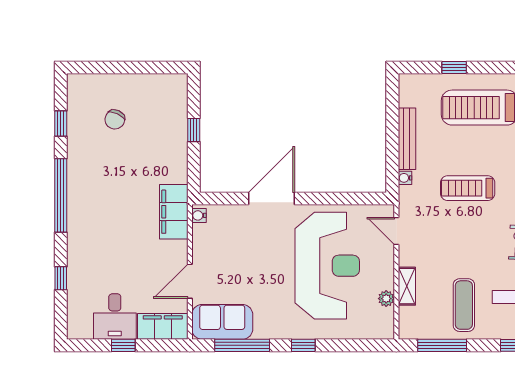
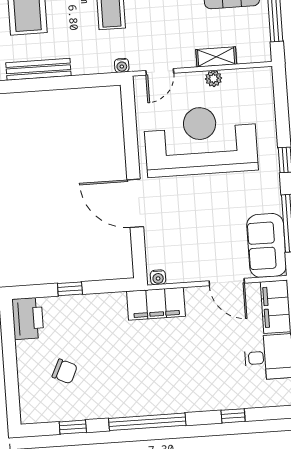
printer: (168, 88) -> (28, 318), added
bench: (407, 139) -> (38, 69), moved
water cooler: (405, 178) -> (122, 65), moved
plant: (386, 299) -> (214, 79), moved

